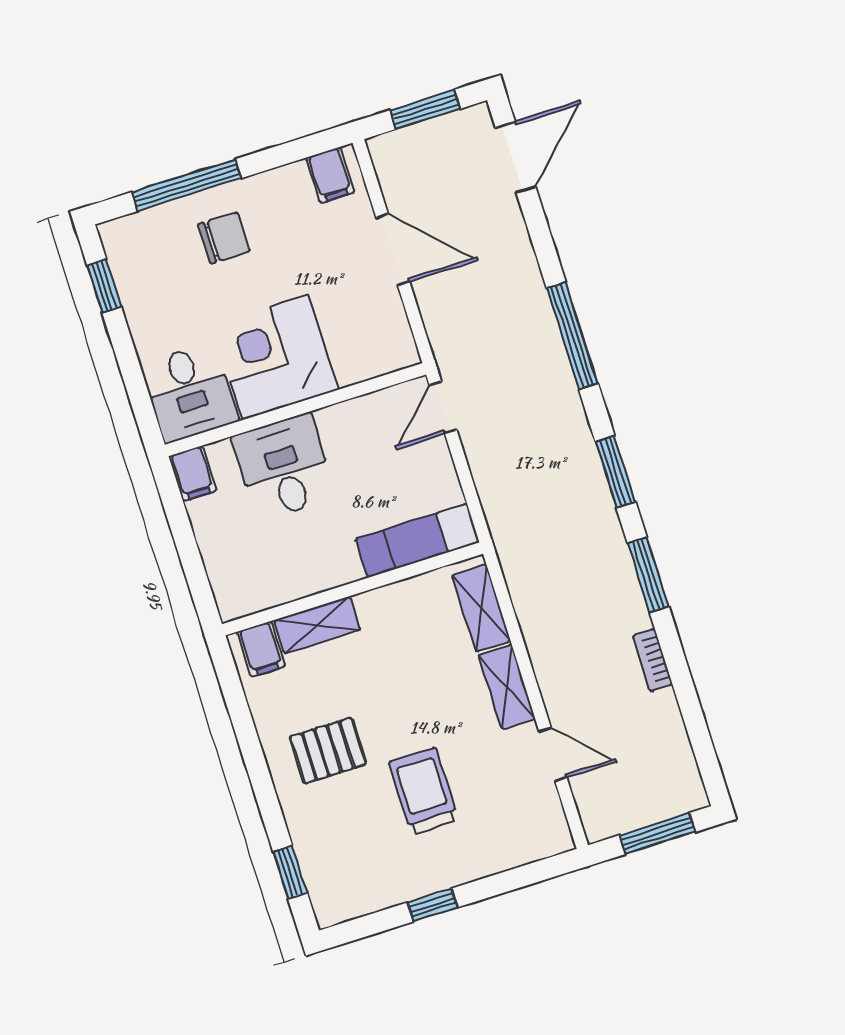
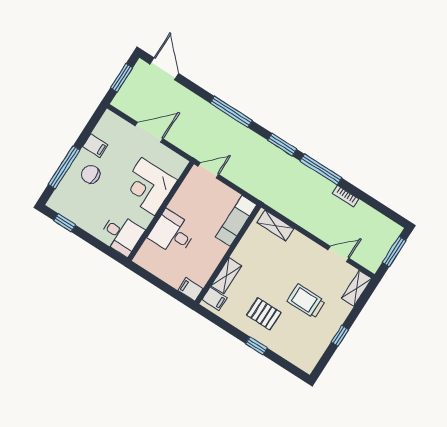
filing cabinet: (330, 175) -> (95, 146), moved
chair: (224, 238) -> (91, 174), turned -90
corner desk: (275, 357) -> (148, 187), moved
door: (443, 408) -> (208, 170), swing flipped
filing cabinet: (193, 473) -> (190, 289), moved, turned 180
window: (648, 575) -> (321, 169), width x1.44
shelving: (507, 687) -> (357, 288), moved, turned 90
pallet: (328, 751) -> (264, 314), turned 90
window: (290, 872) -> (256, 346), moved

